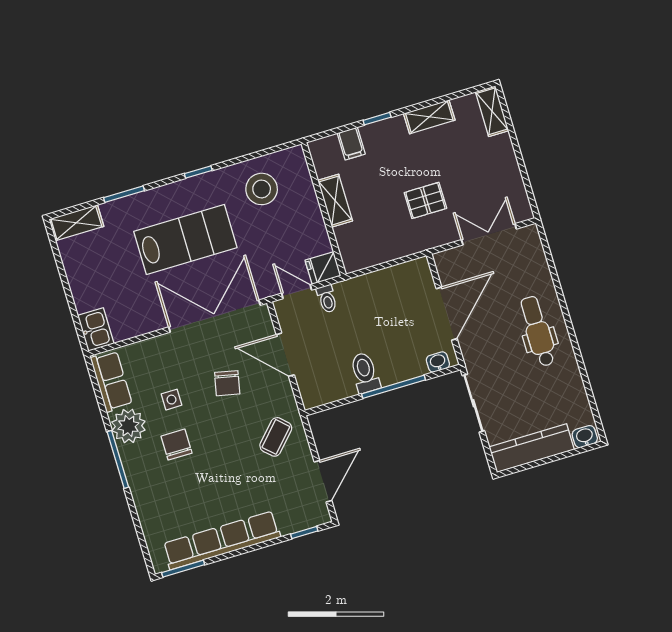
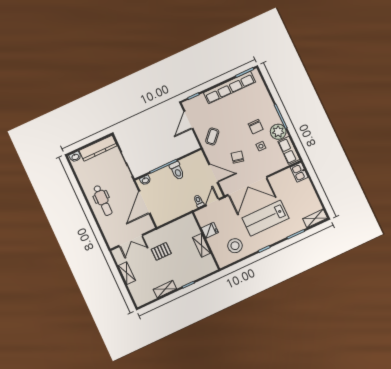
shelving: (492, 111) -> (127, 273), moved
filing cabinet: (351, 144) -> (198, 272), removed
fridge: (323, 268) -> (210, 230), moved
door: (297, 292) -> (213, 202), swing flipped

